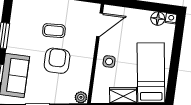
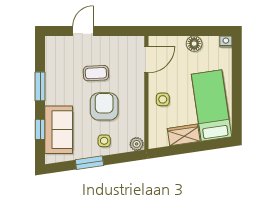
floor lamp: (158, 19) -> (194, 44), moved
side table: (53, 91) -> (104, 141), added

